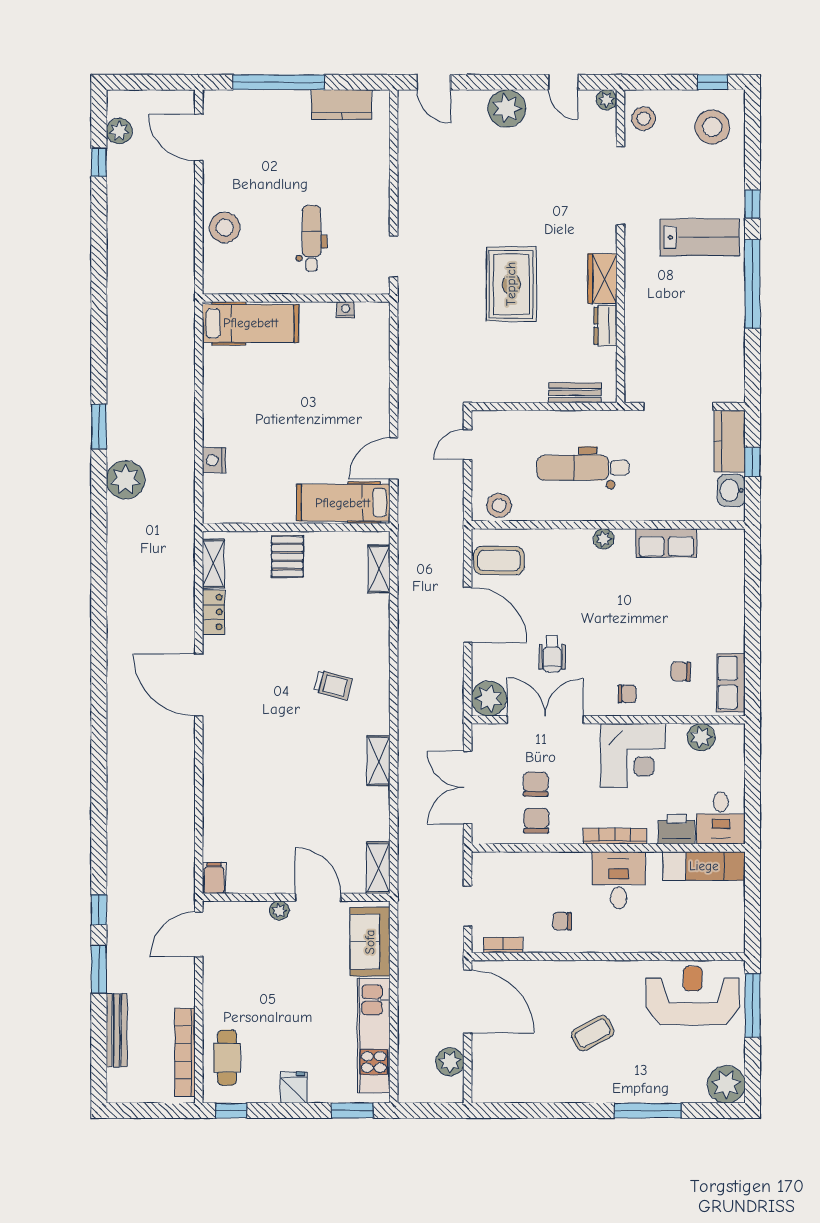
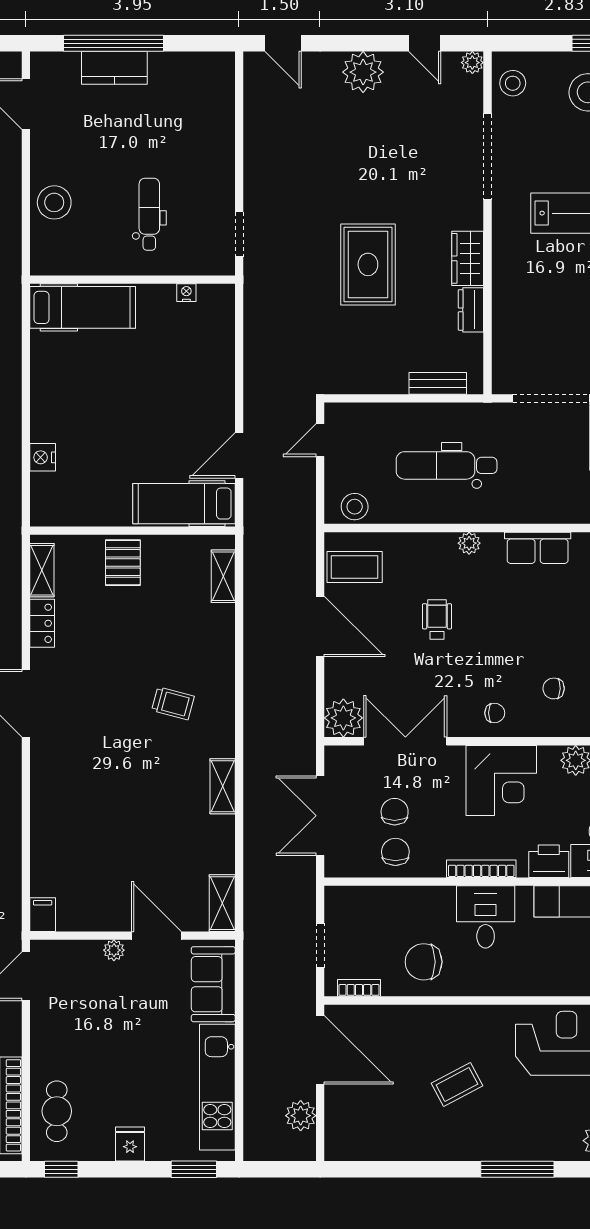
kitchen counter: (341, 105) -> (114, 68), moved
wheelchair: (552, 654) -> (437, 619), moved, turned 180
chair: (562, 921) -> (424, 962), width x1.87, depth x1.87

